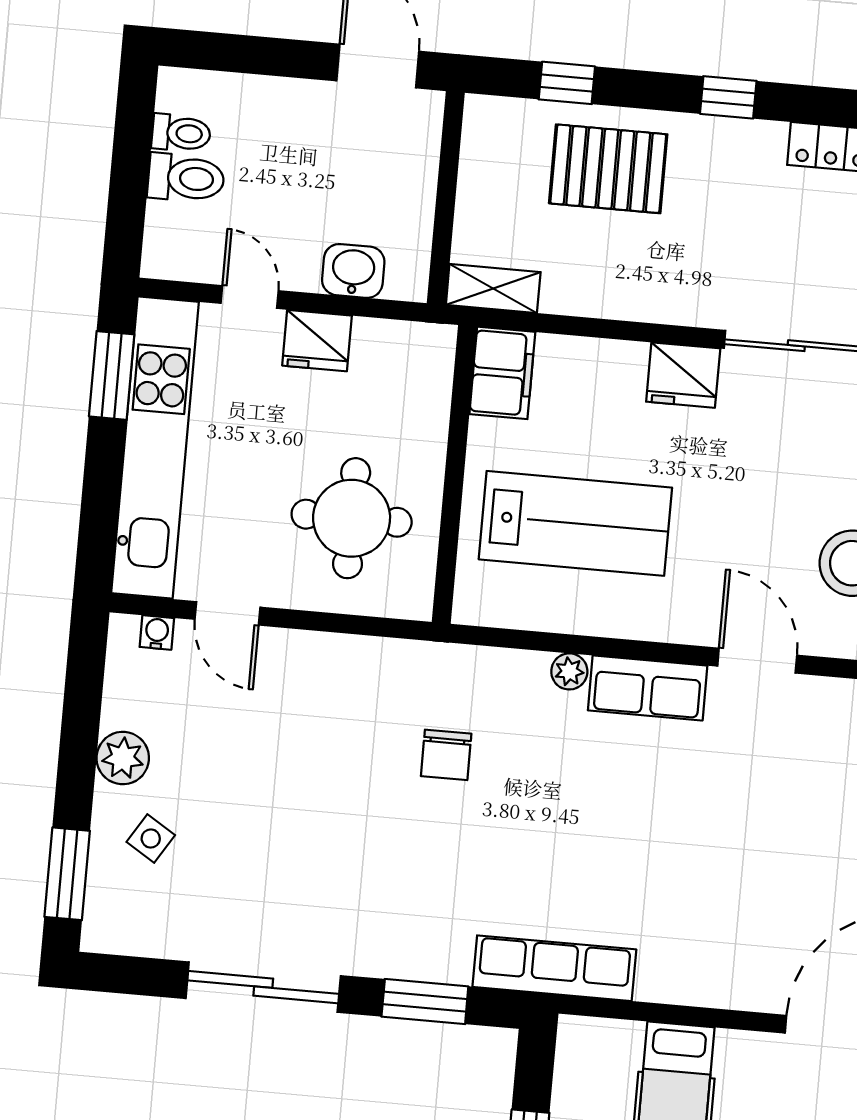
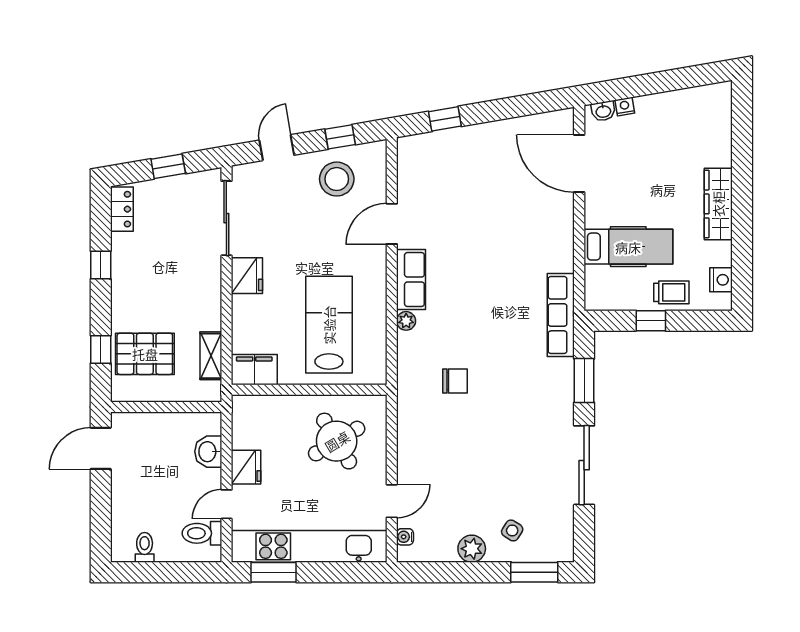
pallet: (608, 169) -> (145, 354), moved, turned 90
toilet: (186, 178) -> (202, 533), moved, turned -90
shelving: (493, 288) -> (211, 356), moved
round table: (352, 518) -> (337, 441), turned -31

